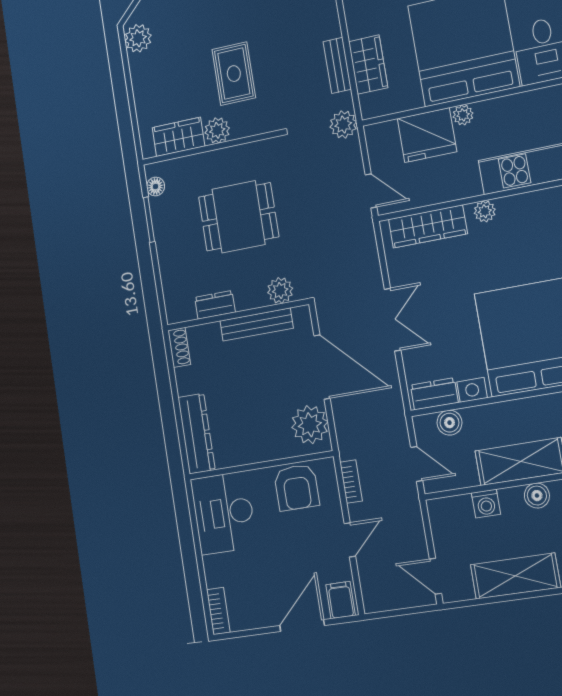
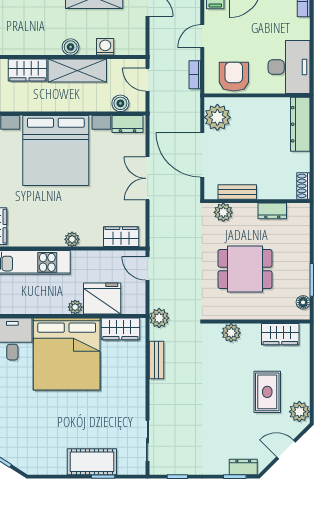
wardrobe: (368, 65) -> (120, 329), moved, turned -90
rug: (234, 74) -> (267, 392), moved
plant: (217, 130) -> (231, 333), moved
wardrobe: (428, 226) -> (121, 237), width x0.67
bench: (257, 324) -> (237, 192), width x0.73

